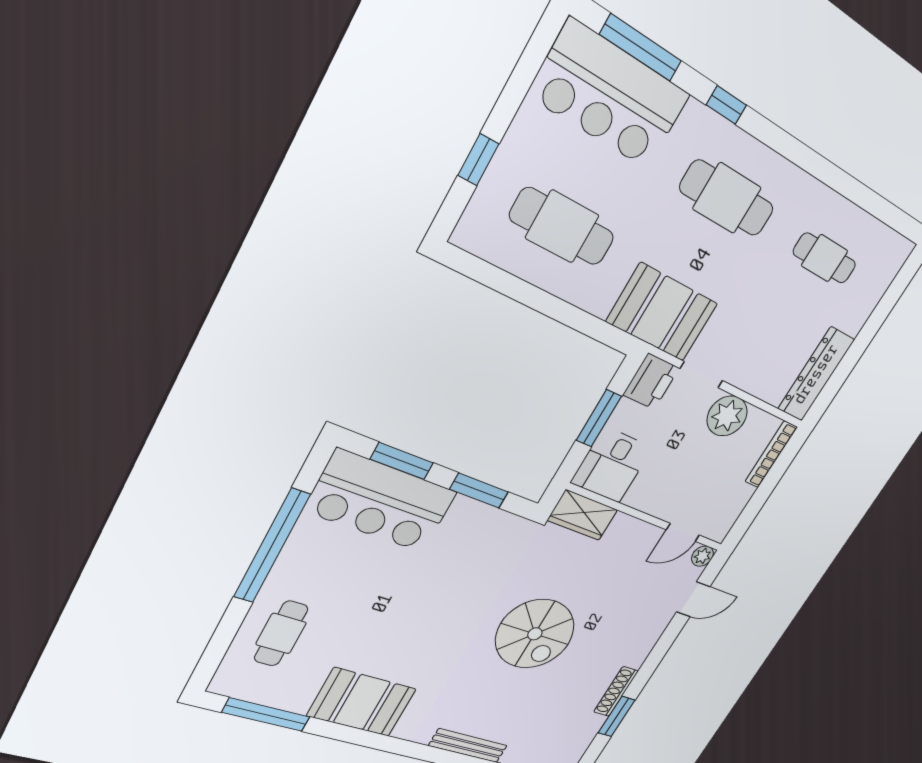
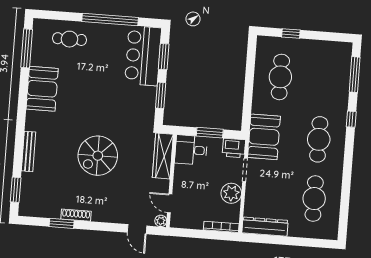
bar counter: (610, 95) -> (334, 71), removed
cafe table: (825, 258) -> (314, 199), width x1.37, depth x1.35
wardrobe: (583, 515) -> (163, 156), width x1.50

